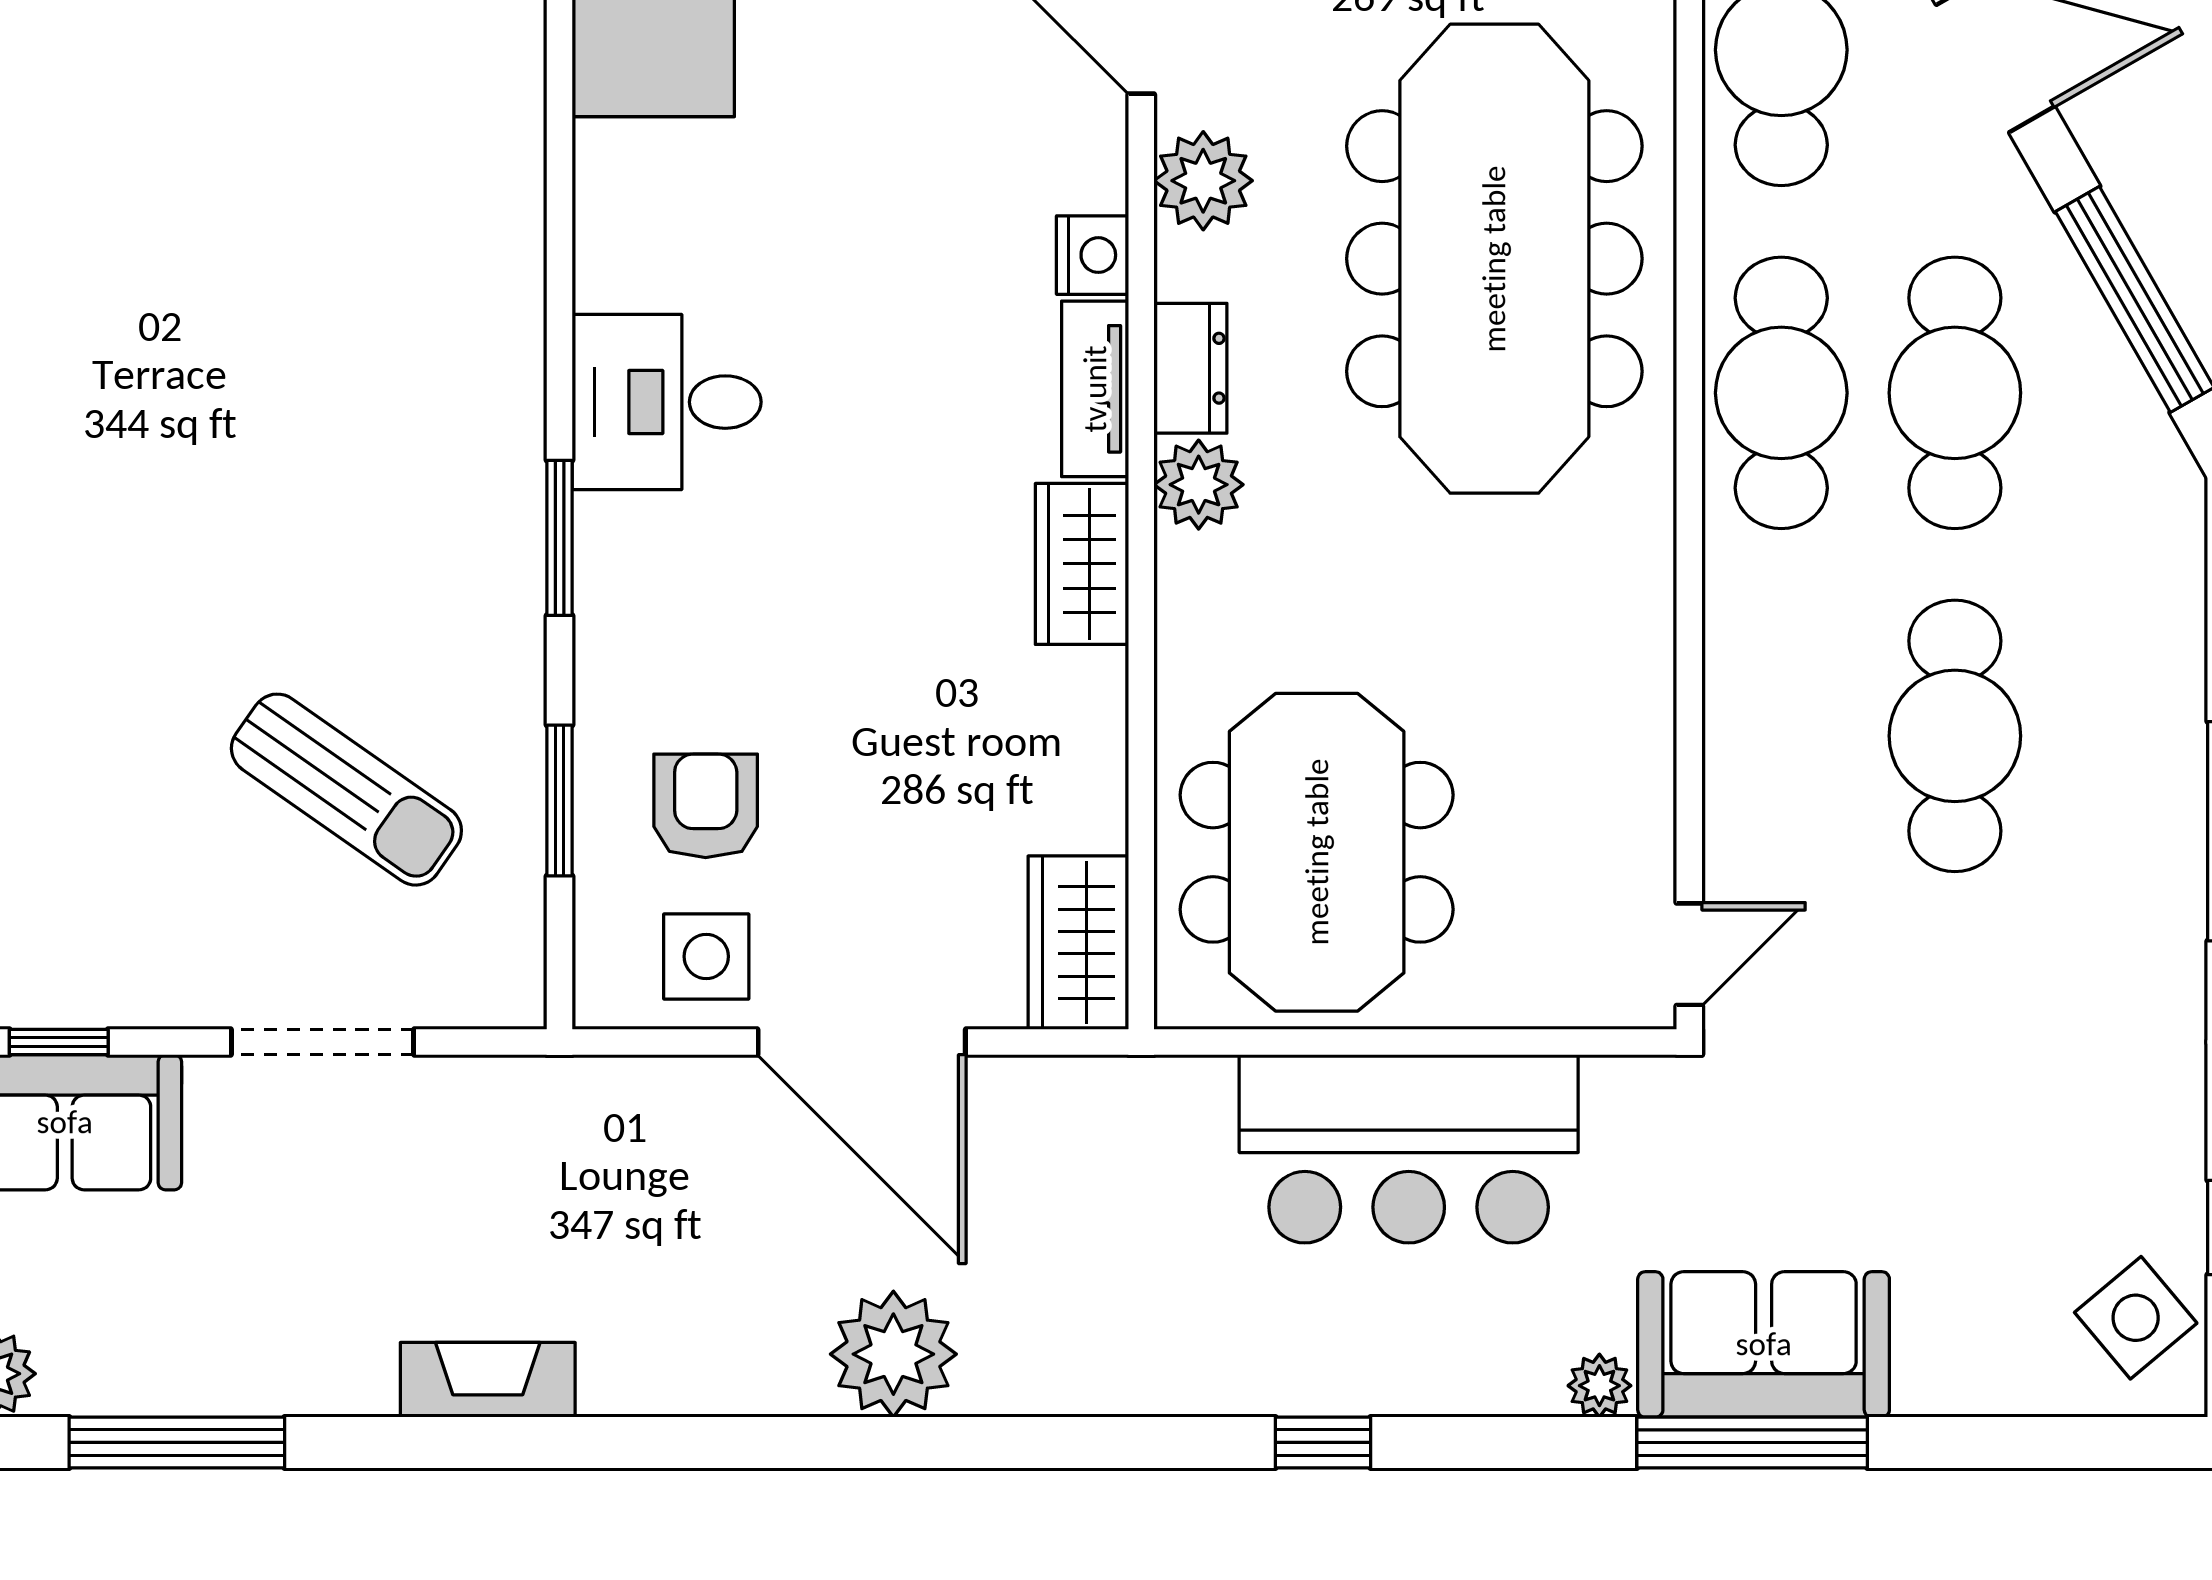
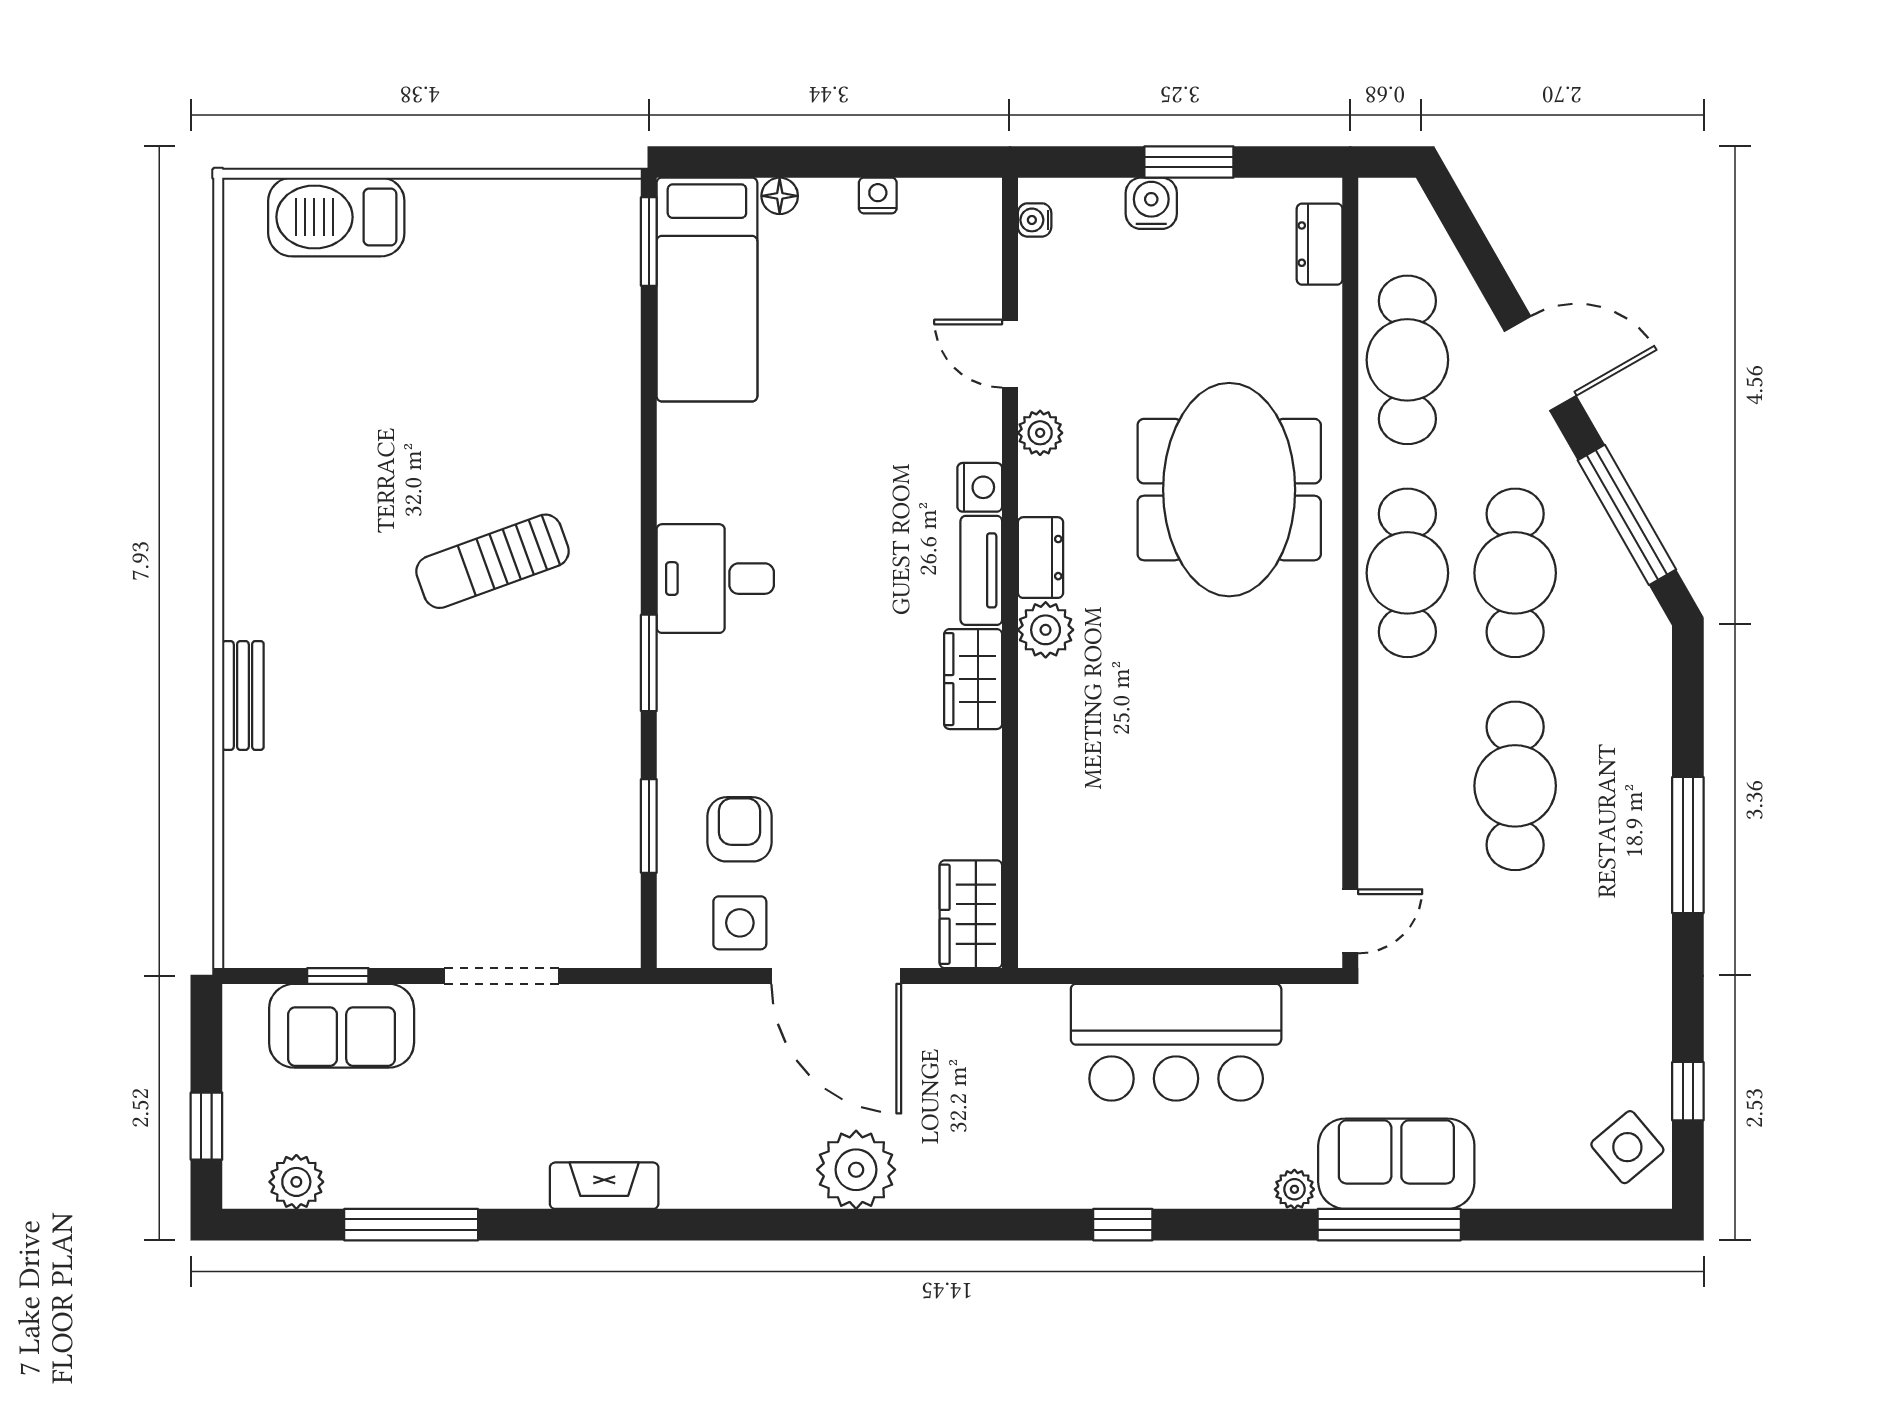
plant: (1203, 181) -> (1040, 433), width x0.73, depth x0.73
meeting table: (1494, 259) -> (1229, 490), width x0.73
sun lounger: (346, 790) -> (492, 561), moved, turned 125
meeting table: (1317, 852) -> (1119, 858), removed

